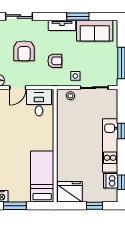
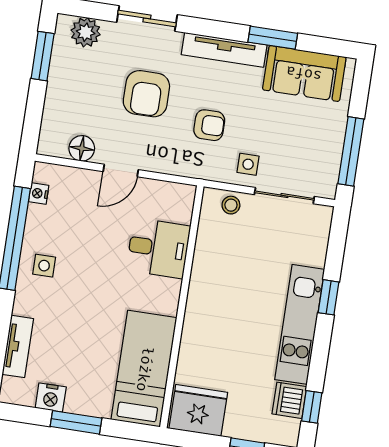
tv unit: (62, 25) -> (224, 50), width x1.41
desk: (39, 103) -> (158, 248), moved, turned 90

